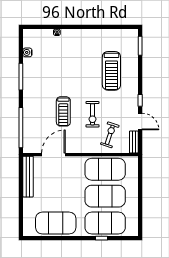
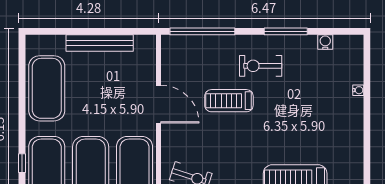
exercise bike: (92, 114) -> (261, 66), moved
door: (53, 155) -> (158, 104), moved
bench: (28, 177) -> (100, 43), moved

